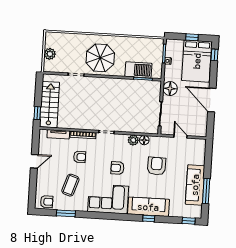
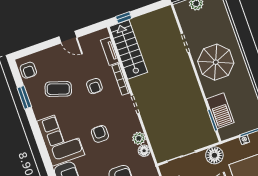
stairs: (50, 105) -> (128, 49), moved, turned -90

